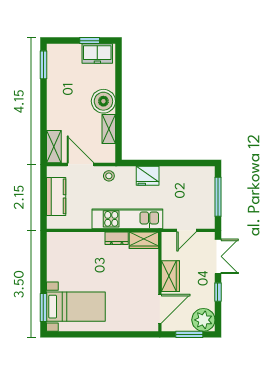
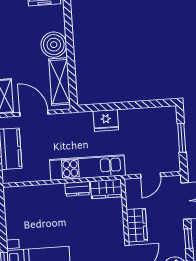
shelving: (109, 129) -> (60, 82), width x1.50, depth x1.33
stool: (109, 176) -> (65, 123), removed
window: (218, 197) -> (182, 138), width x0.69

